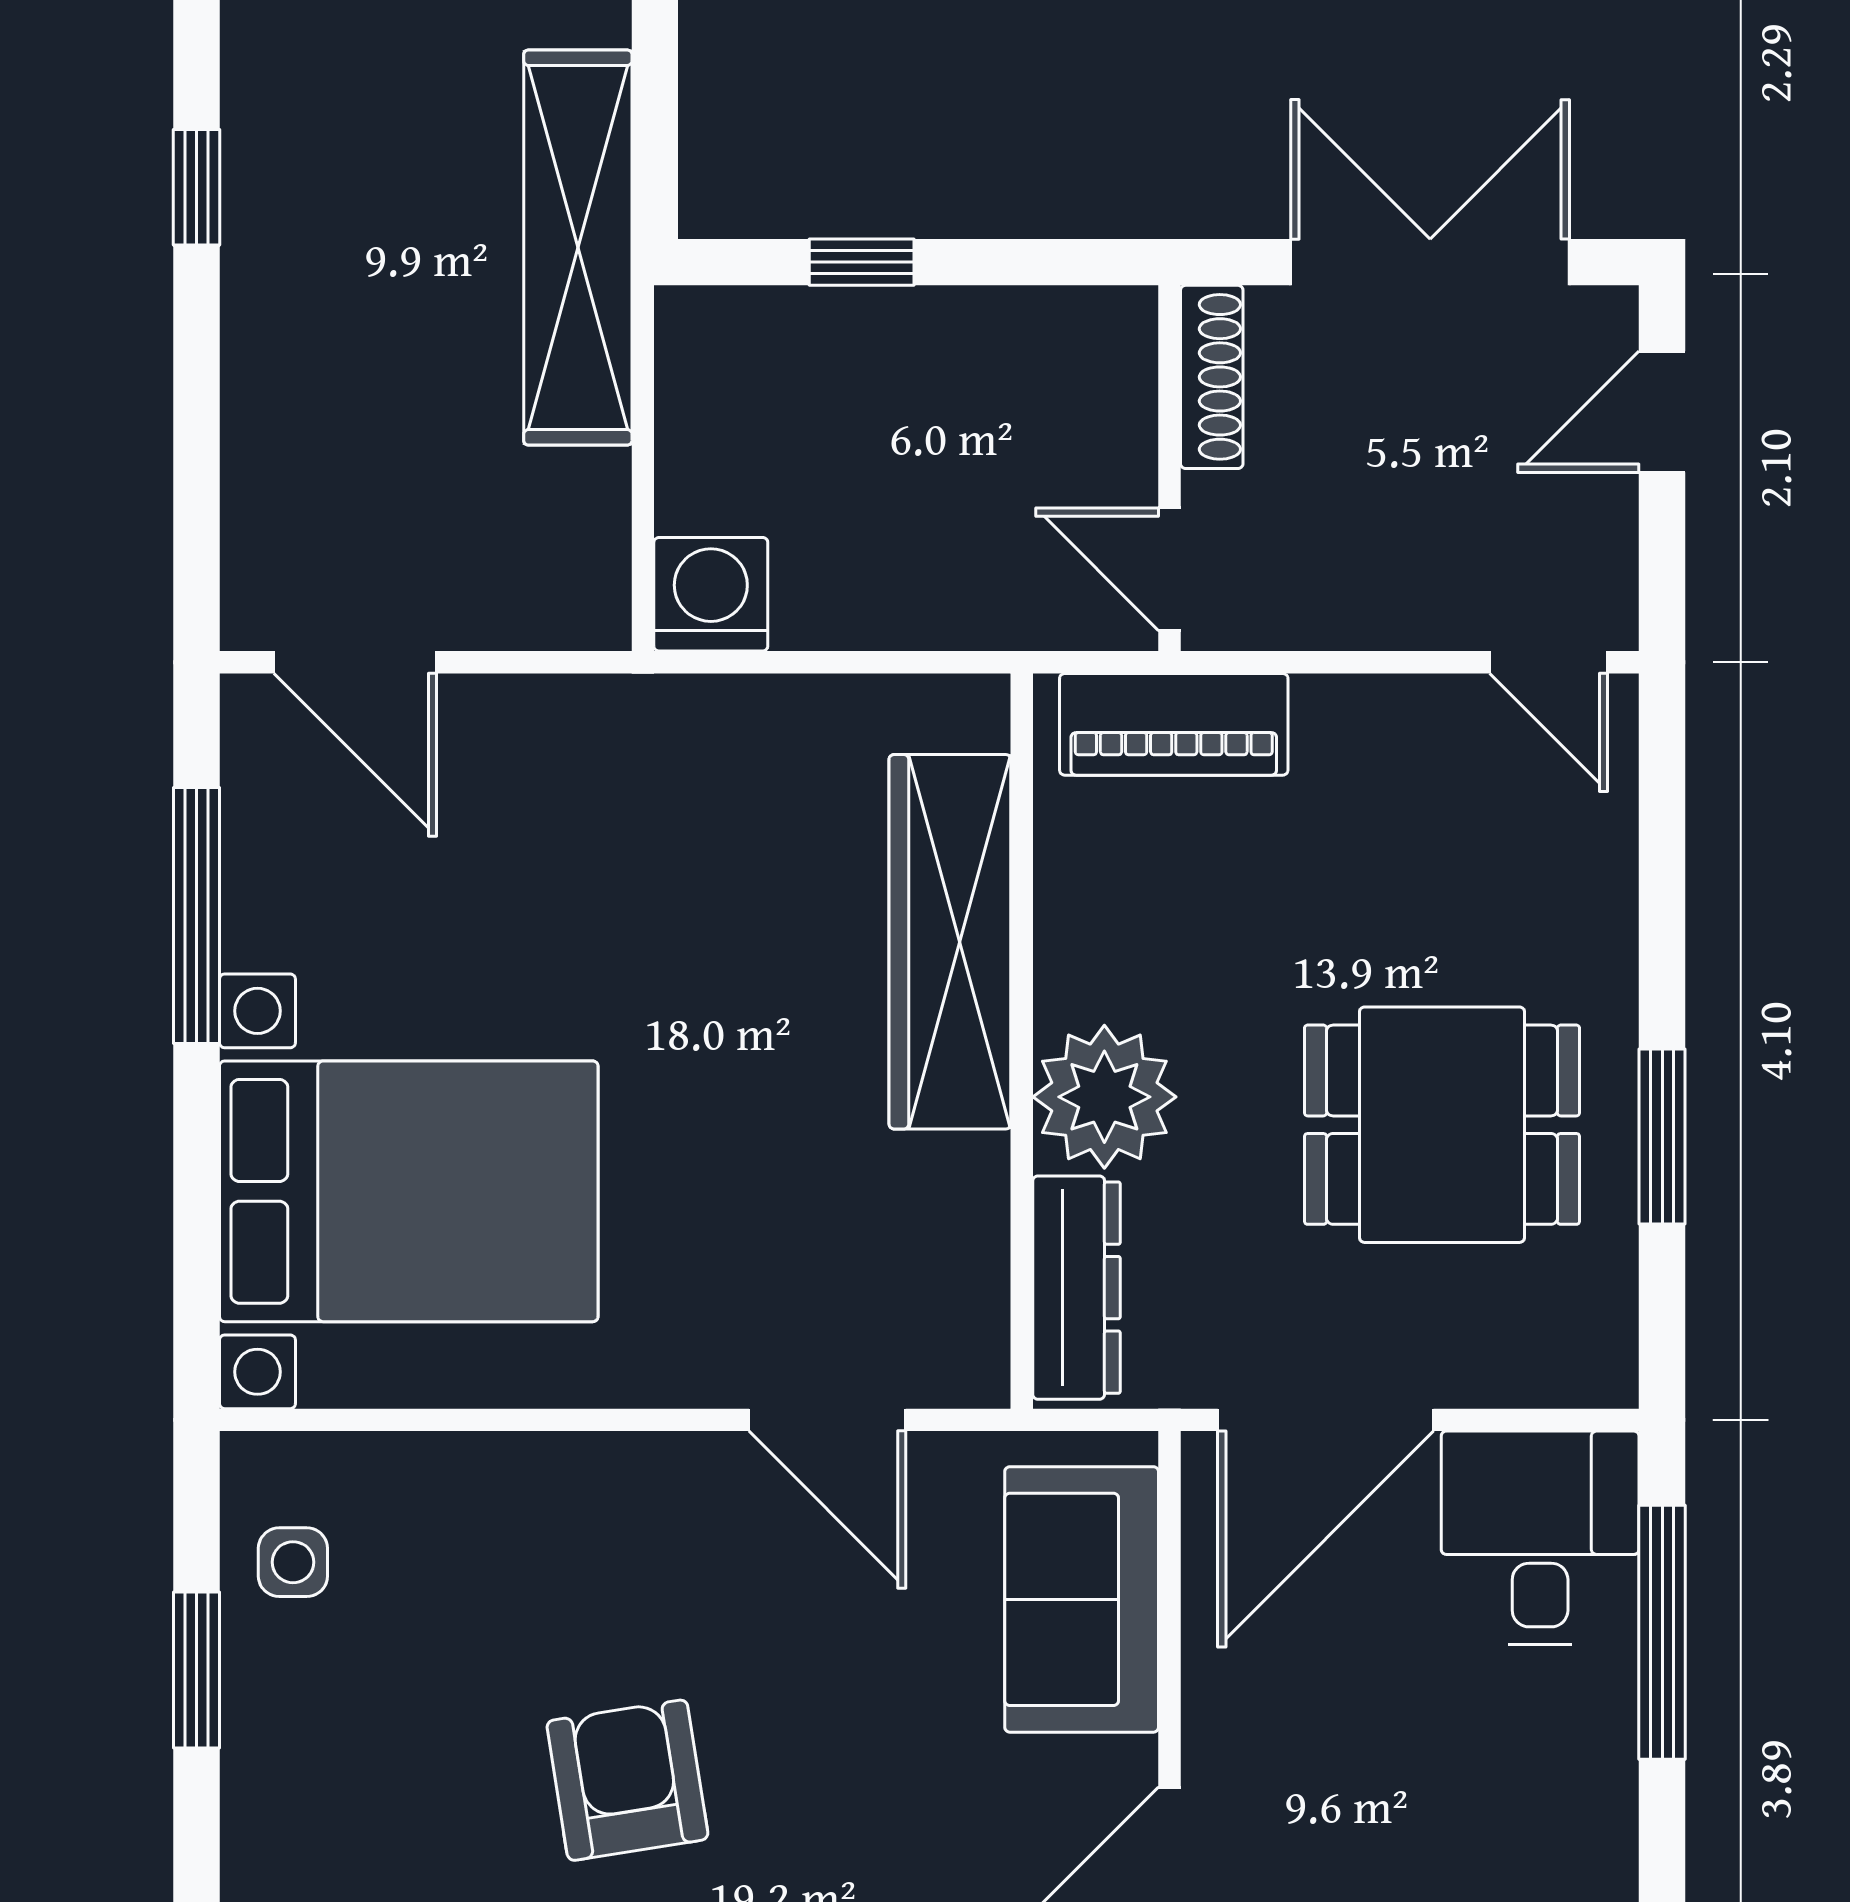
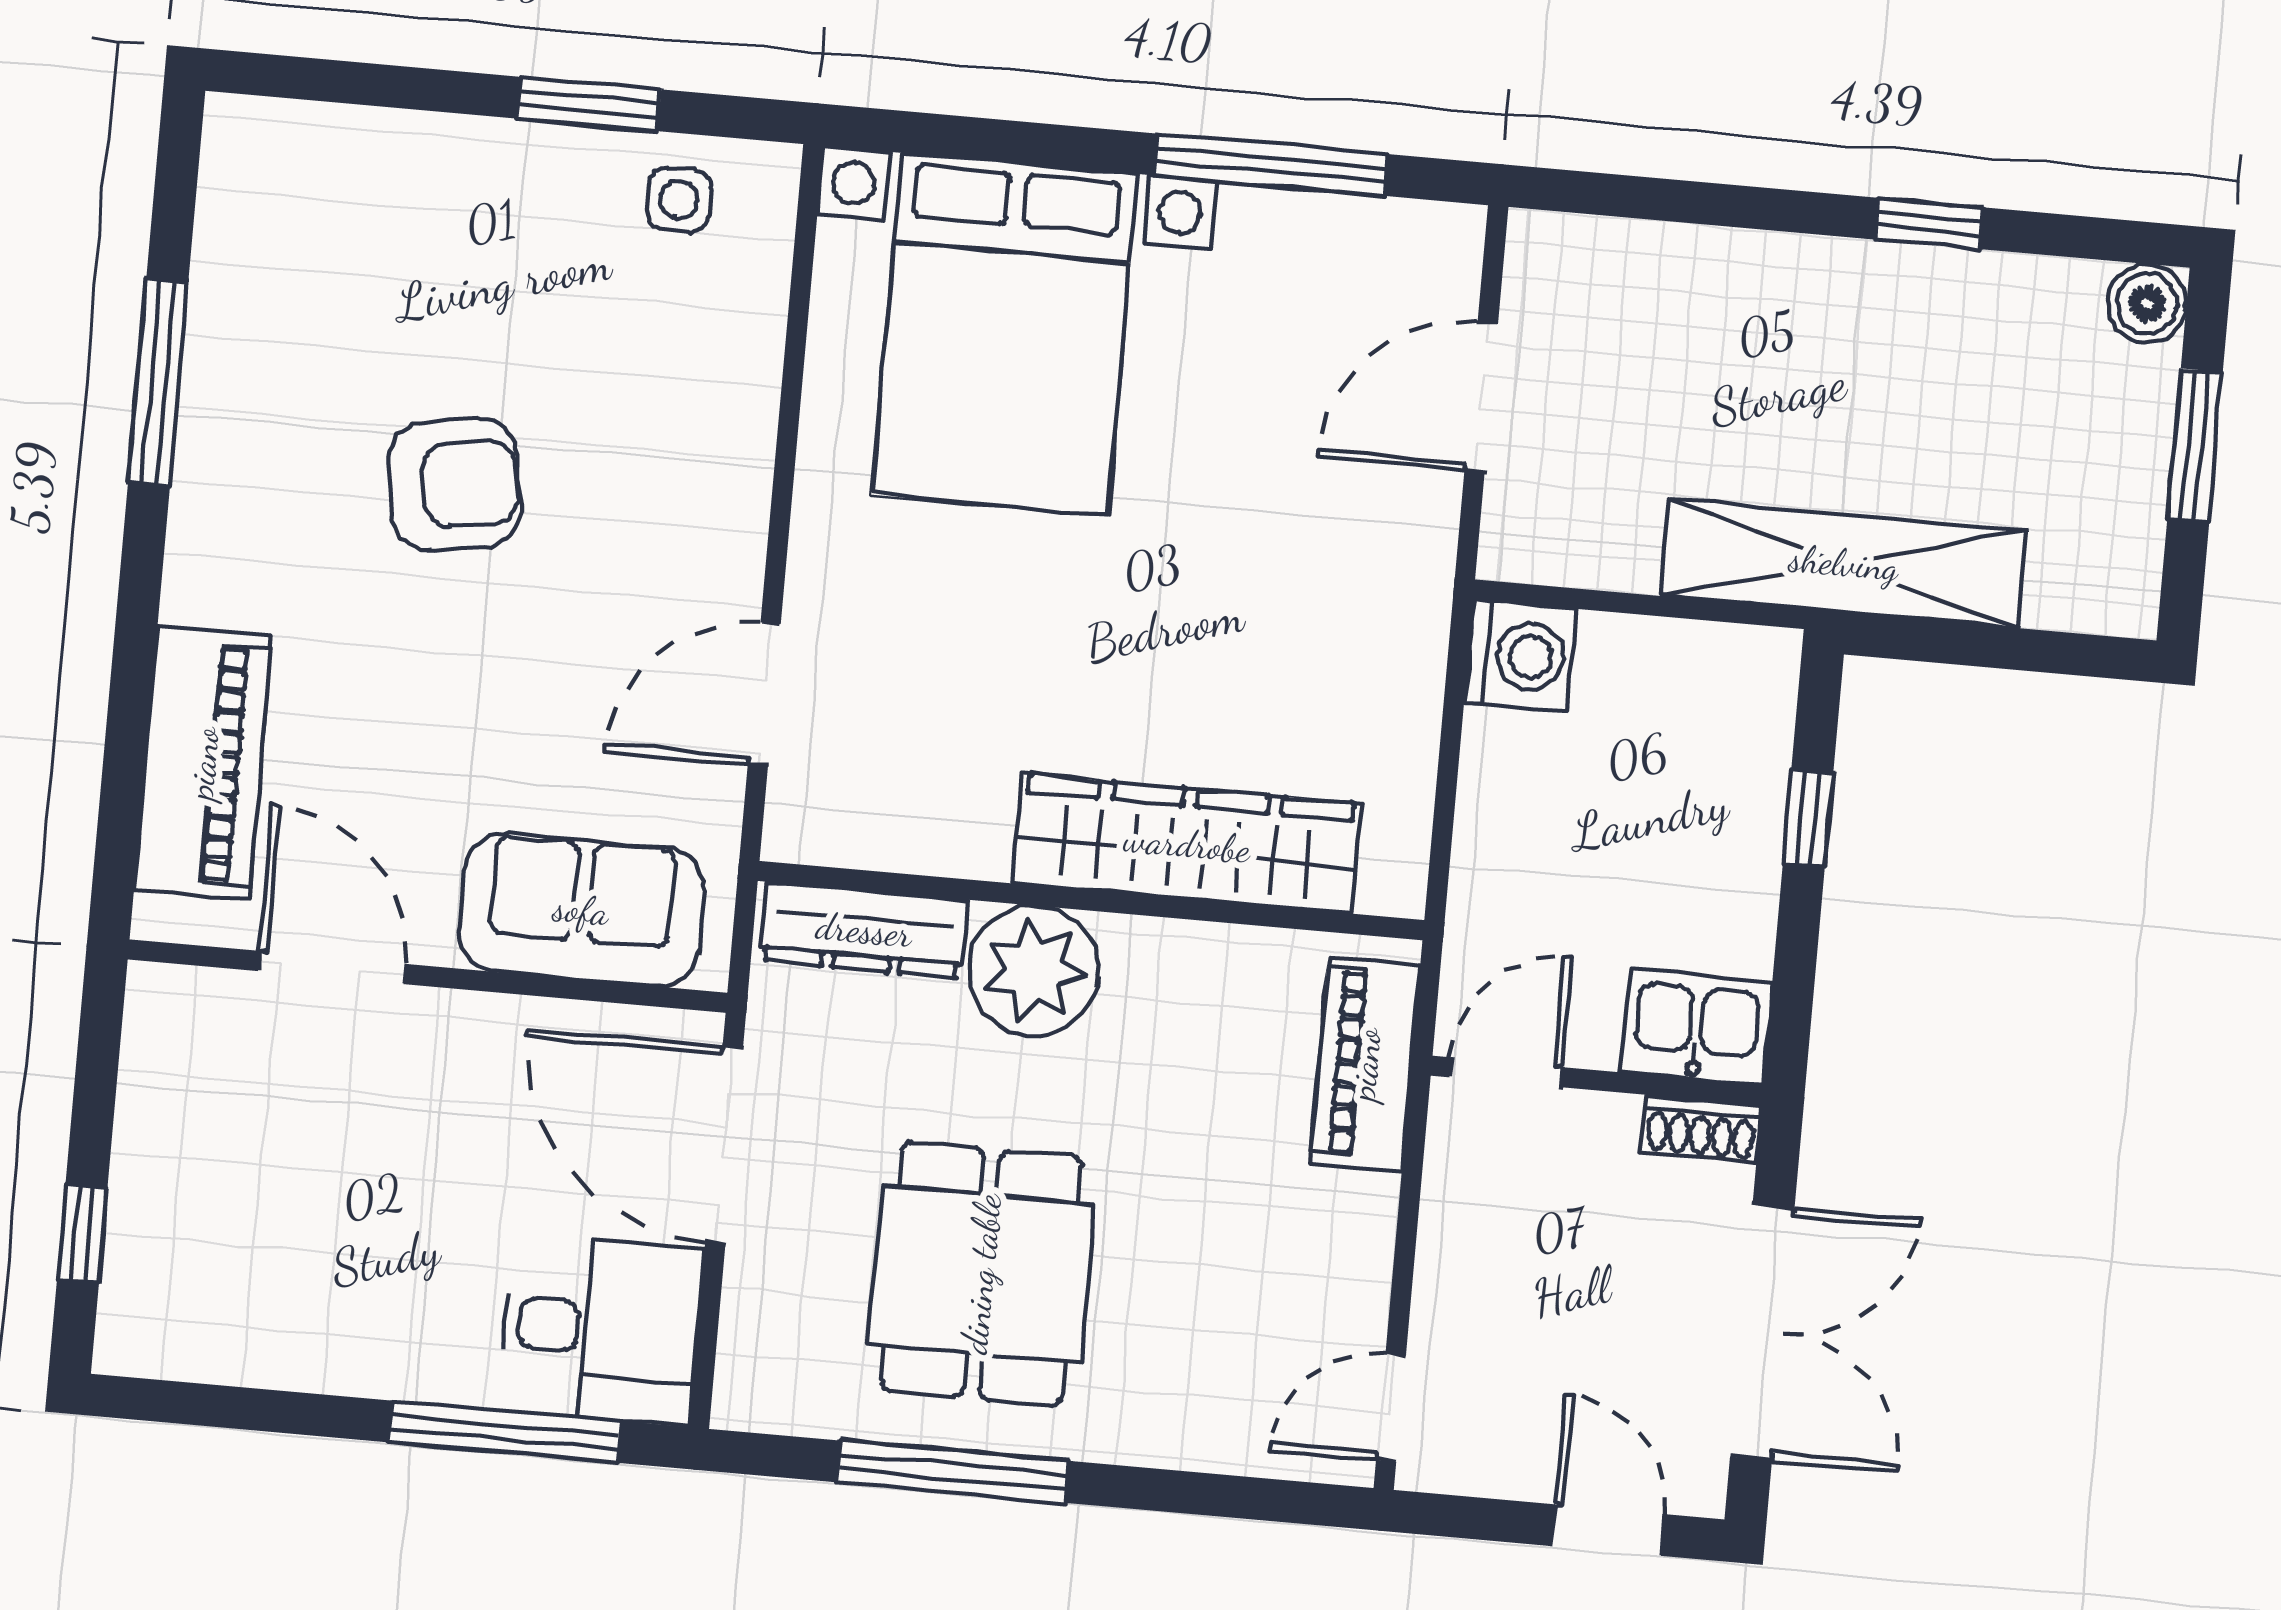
kitchen sink: (1101, 364) -> (1697, 1027), added
shoe rack: (1212, 377) -> (1701, 1128), width x0.70
door: (355, 662) -> (1481, 397), moved
window: (1662, 1136) -> (953, 1472), width x1.44

